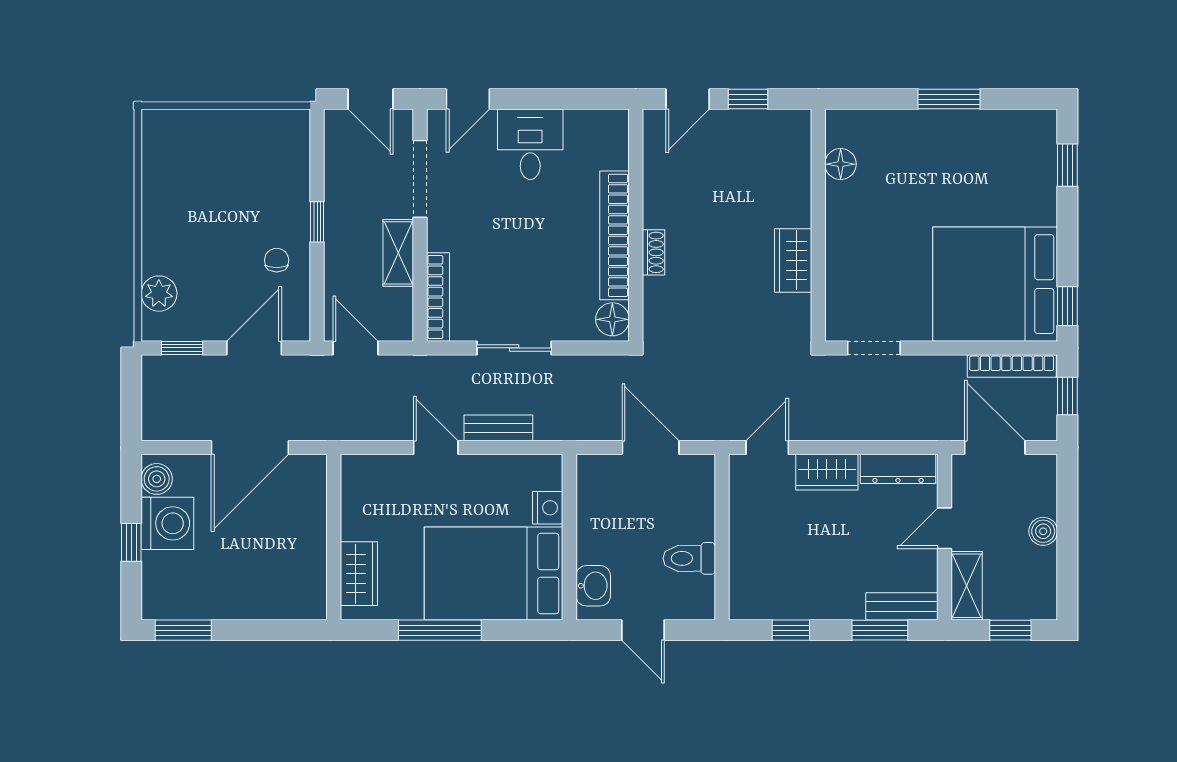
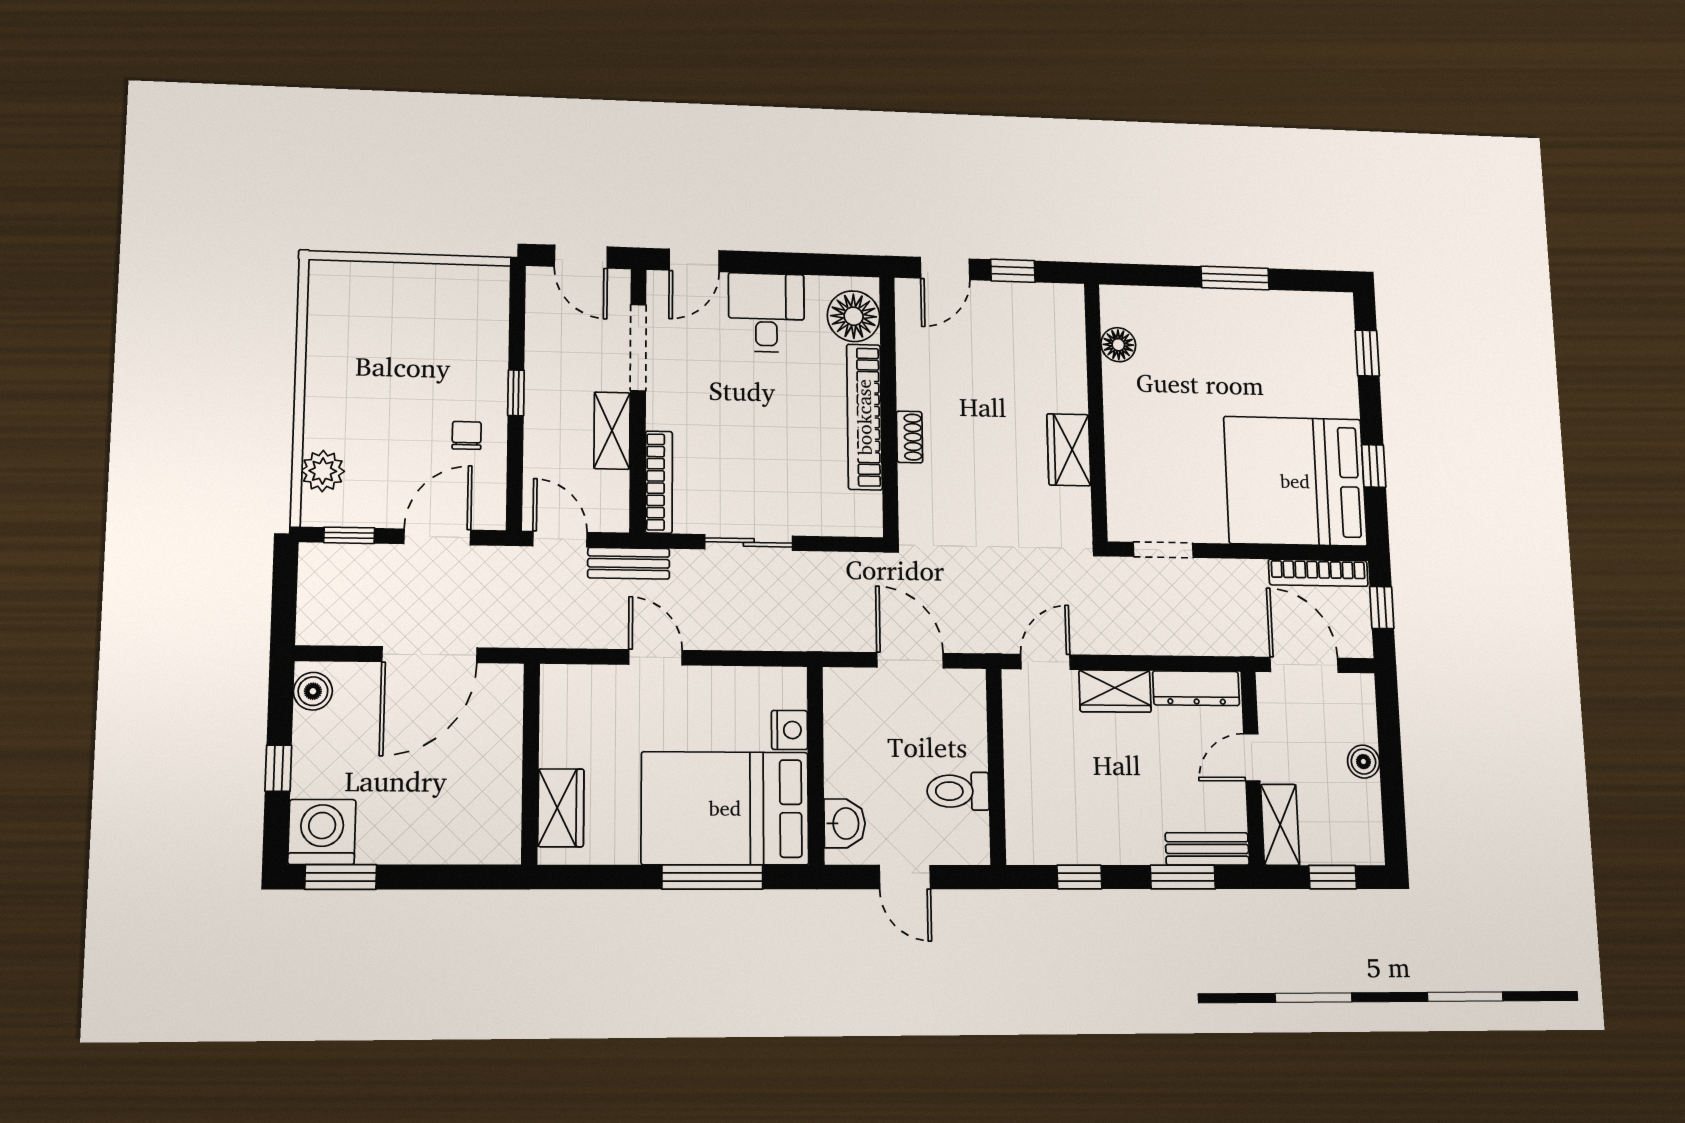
window: (1067, 306) -> (1374, 466), moved
floor lamp: (612, 319) -> (854, 316), moved, width x1.38, depth x1.38
bench: (498, 428) -> (629, 563), moved
washing machine: (167, 523) -> (322, 832), moved, turned -90
window: (440, 630) -> (712, 877), moved

